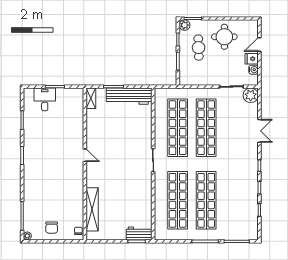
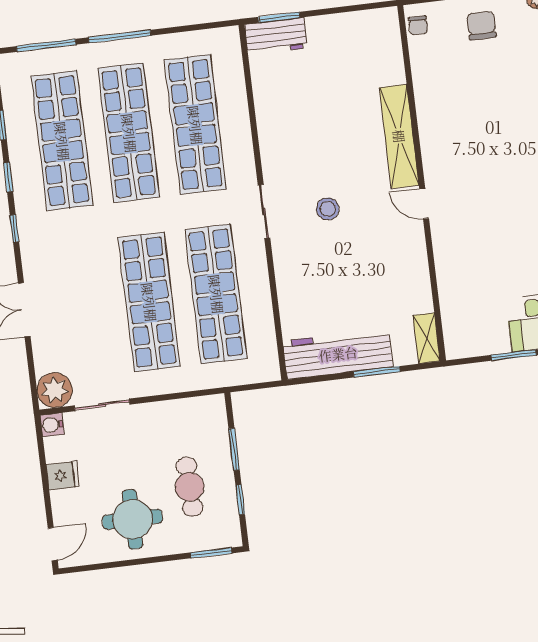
plant: (184, 25) -> (229, 535), removed
door: (259, 44) -> (53, 544), moved
water cooler: (253, 70) -> (52, 425), moved
stool: (126, 158) -> (328, 209), added
shop shelf: (235, 200) -> (62, 141), added
shelving: (92, 209) -> (399, 136), moved

